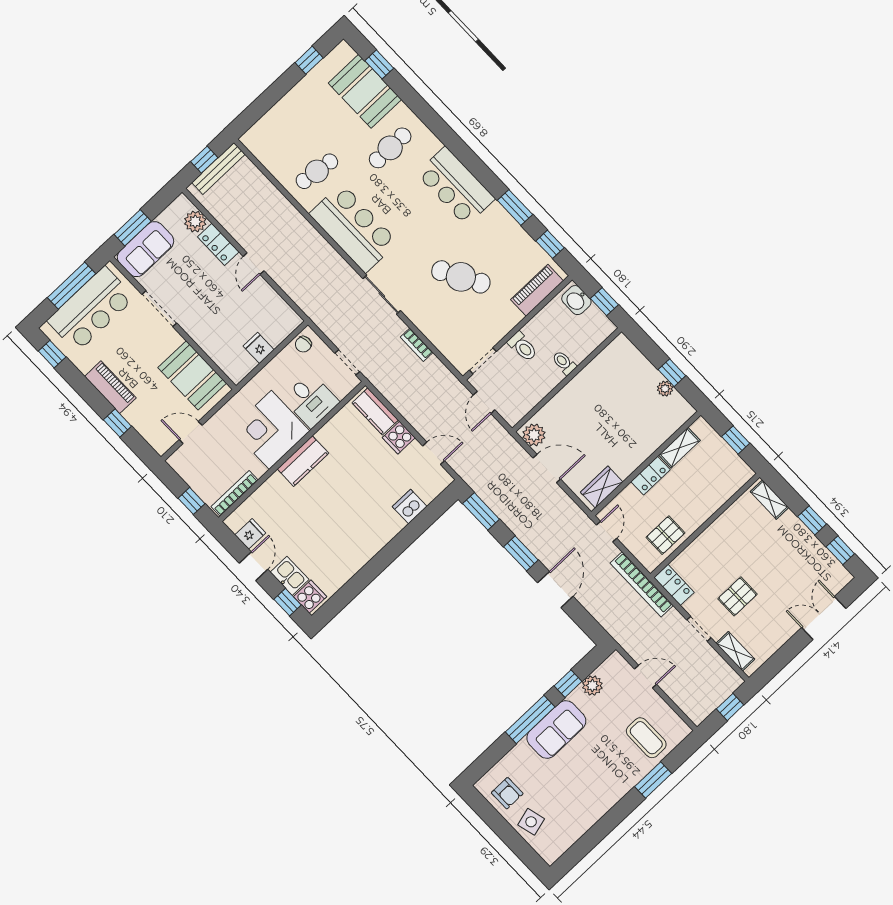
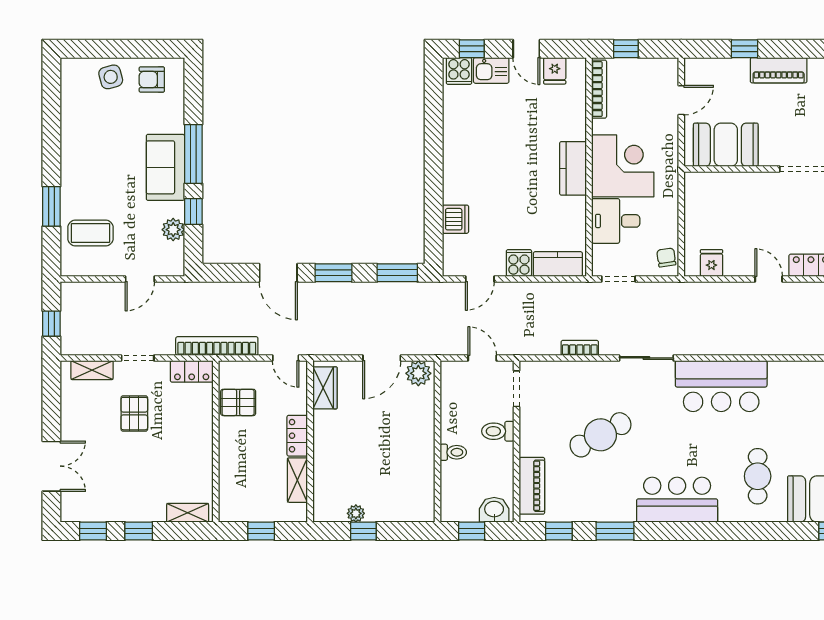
cafe table: (317, 171) -> (795, 400), removed
fridge: (259, 348) -> (711, 263), moved, turned -90
pallet: (665, 535) -> (238, 402), turned 90

